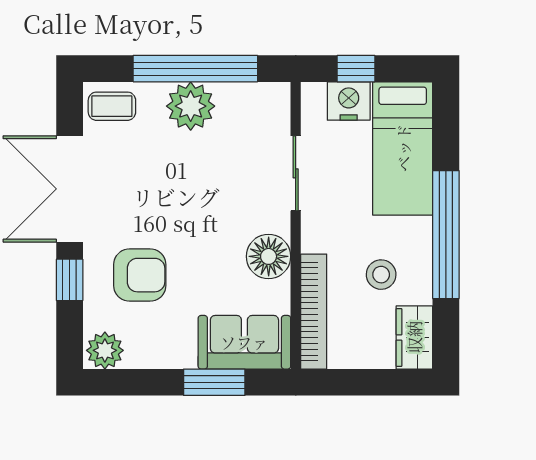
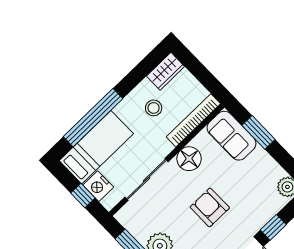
sliding door: (296, 173) -> (146, 179), width x1.37
window: (446, 235) -> (93, 118), moved
armchair: (140, 275) -> (210, 207), moved

